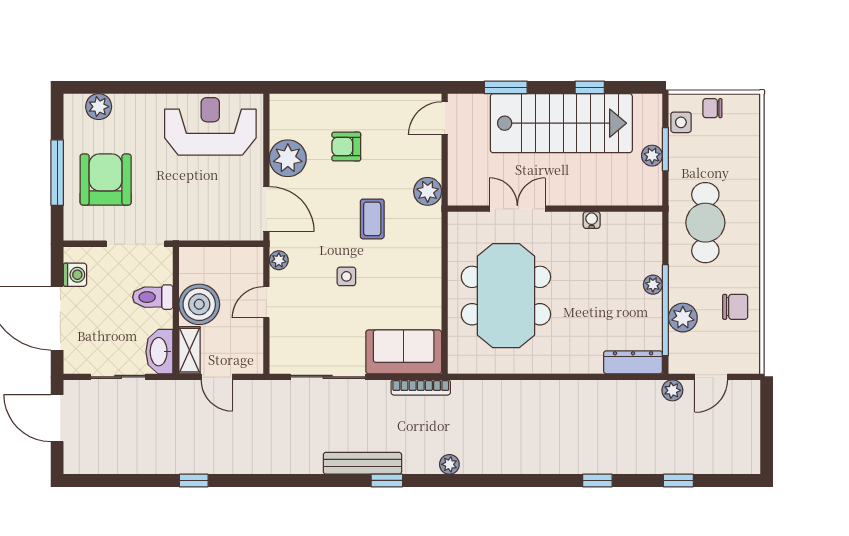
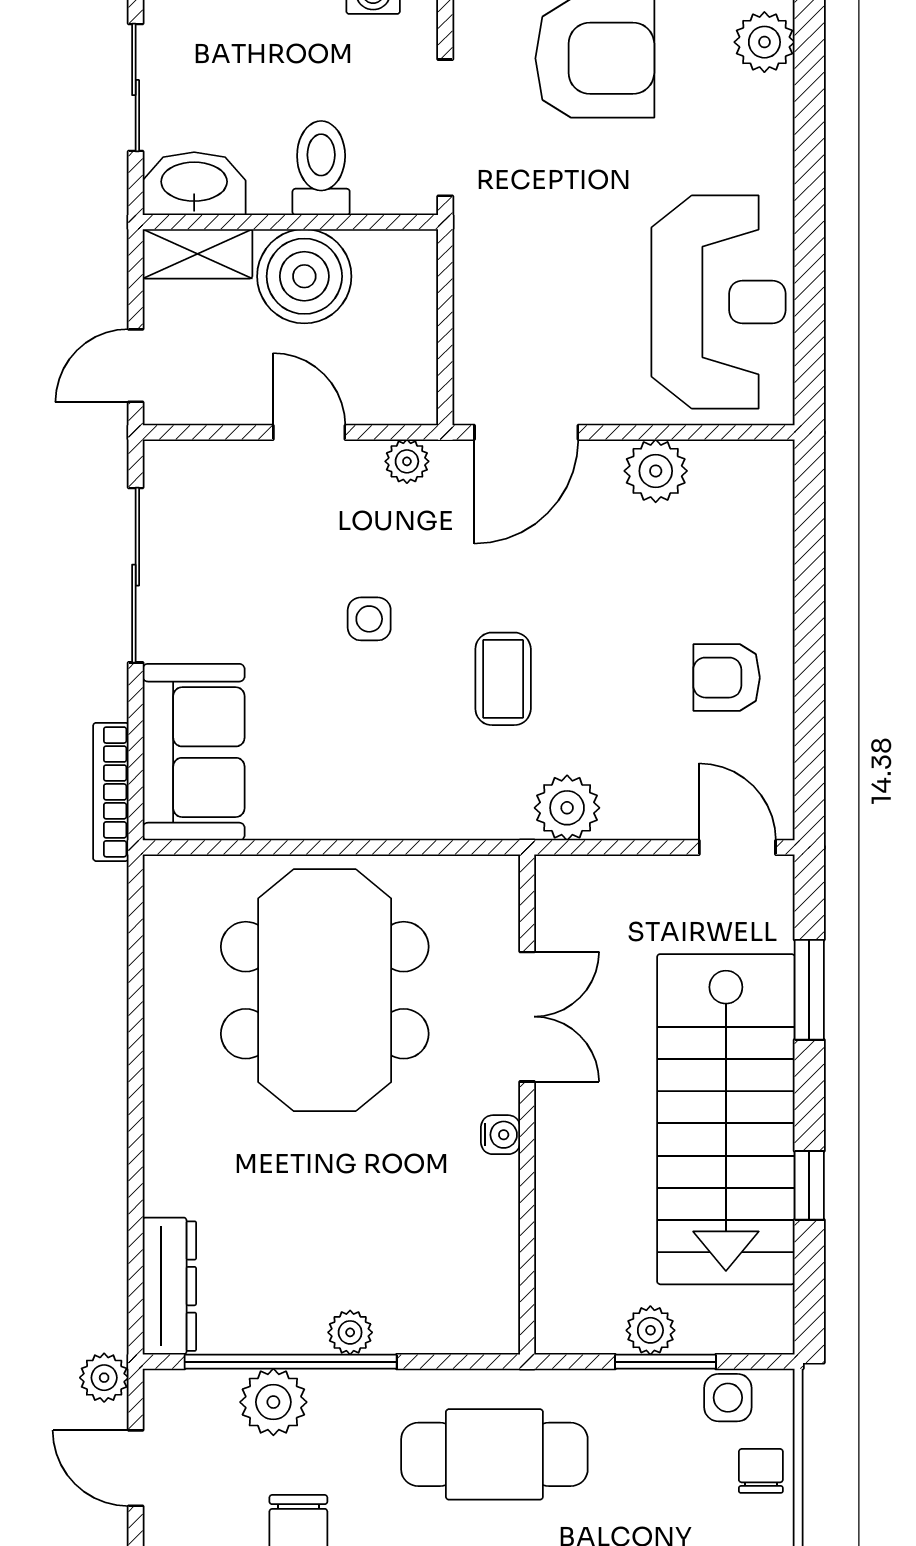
armchair: (346, 147) -> (727, 678), moved, turned -90
plant: (288, 158) -> (656, 471), width x0.73, depth x0.73
coffee table: (372, 219) -> (503, 679), turned 90
water cooler: (592, 220) -> (501, 1135), moved
meeting table: (506, 296) -> (325, 990), turned 90
door: (217, 377) -> (136, 366), moved

